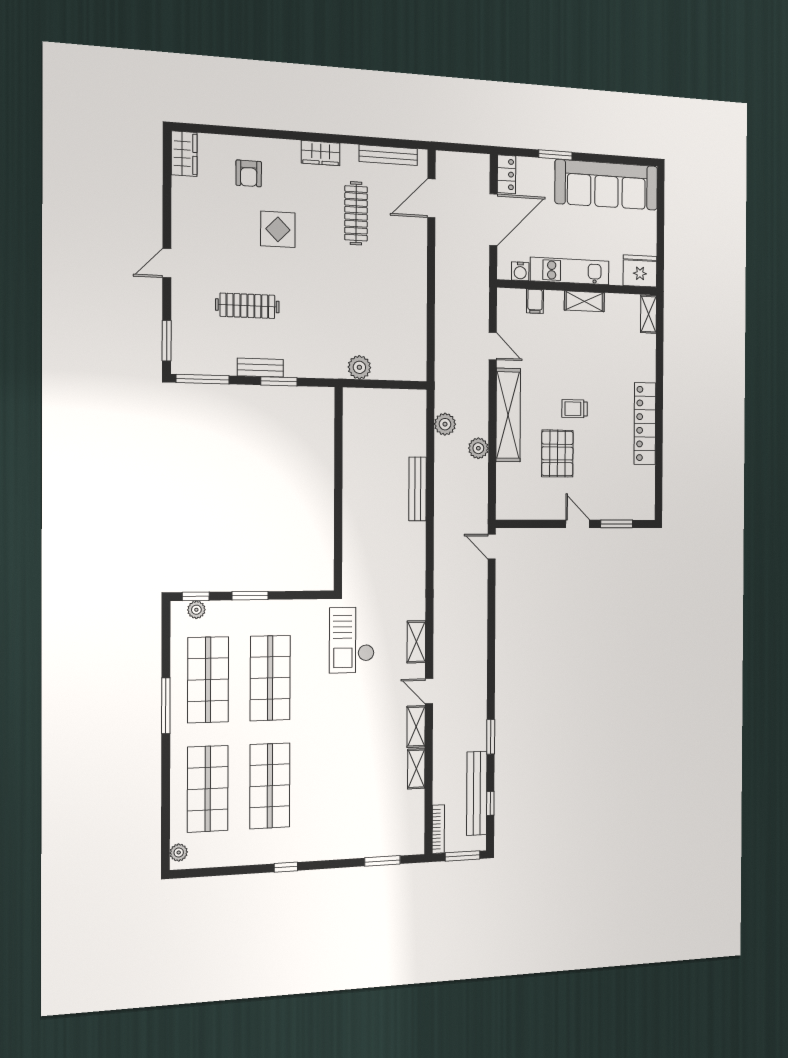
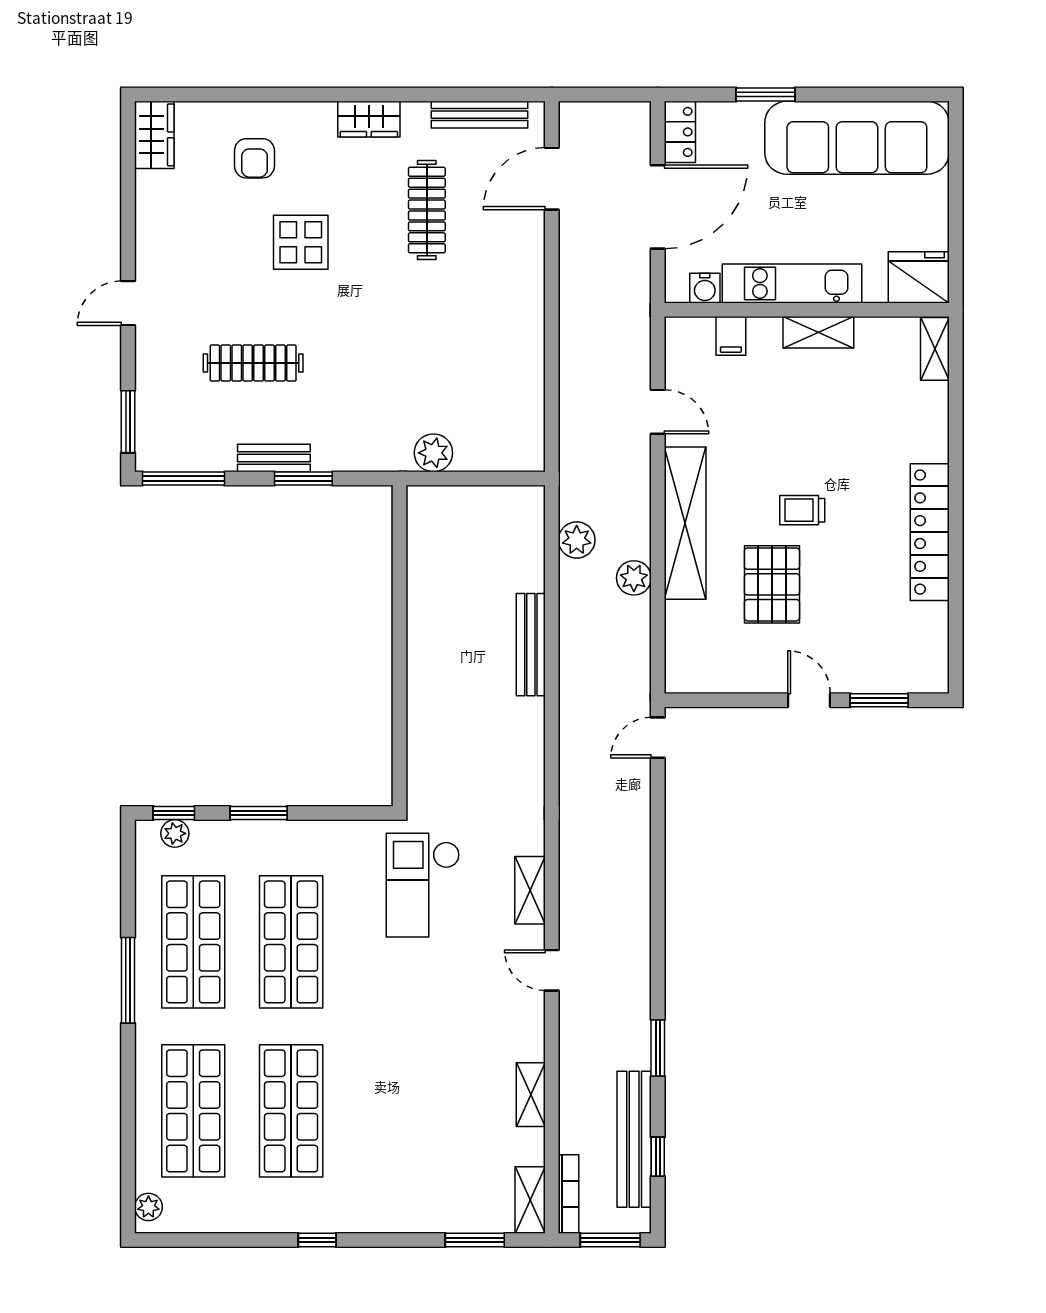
door: (492, 547) -> (658, 738), hinge flipped
shelving: (416, 727) -> (530, 1200), moved

